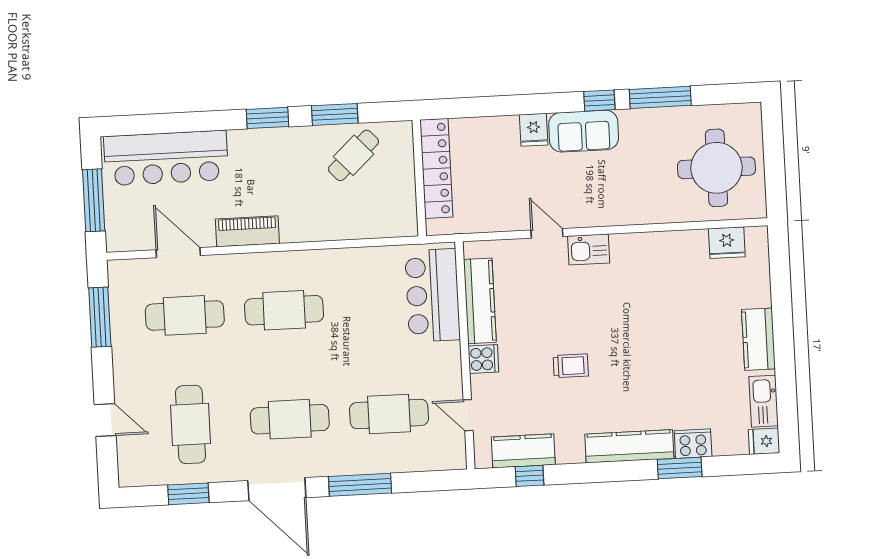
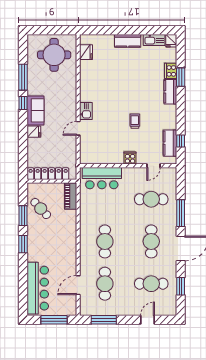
piano: (247, 231) -> (71, 196), moved
kitchen counter: (480, 301) -> (105, 158), removed
cafe table: (389, 414) -> (151, 199), turned 90
kitchen counter: (629, 446) -> (170, 92), width x0.67

